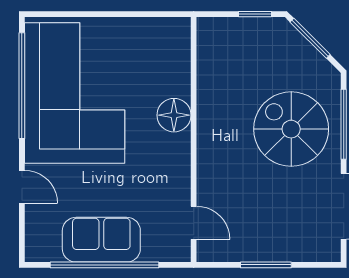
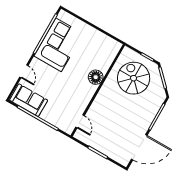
corner sofa: (75, 93) -> (59, 45), width x0.73, depth x0.74
spiral stairs: (291, 129) -> (134, 78), moved
sofa: (101, 240) -> (29, 100), moved

